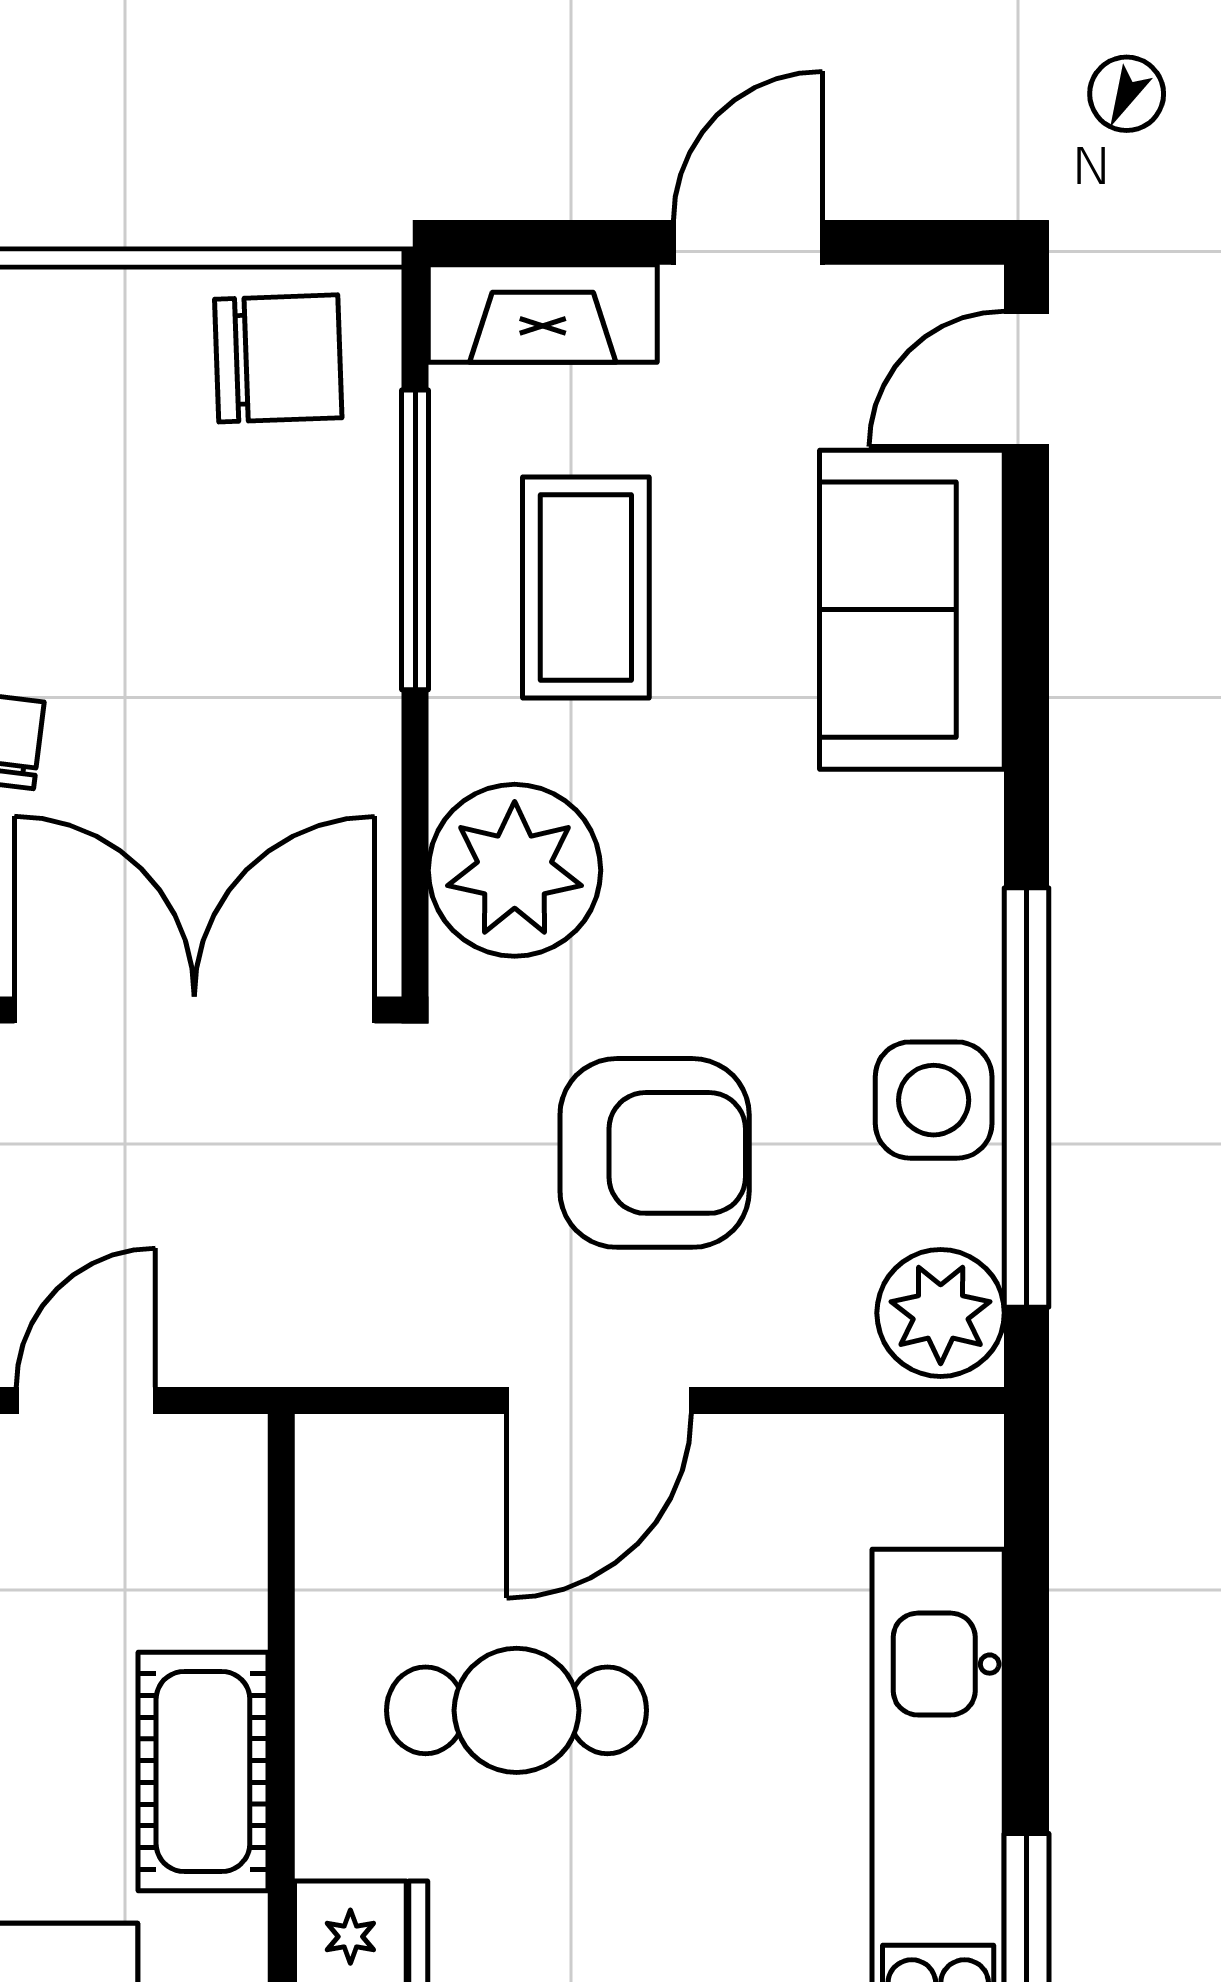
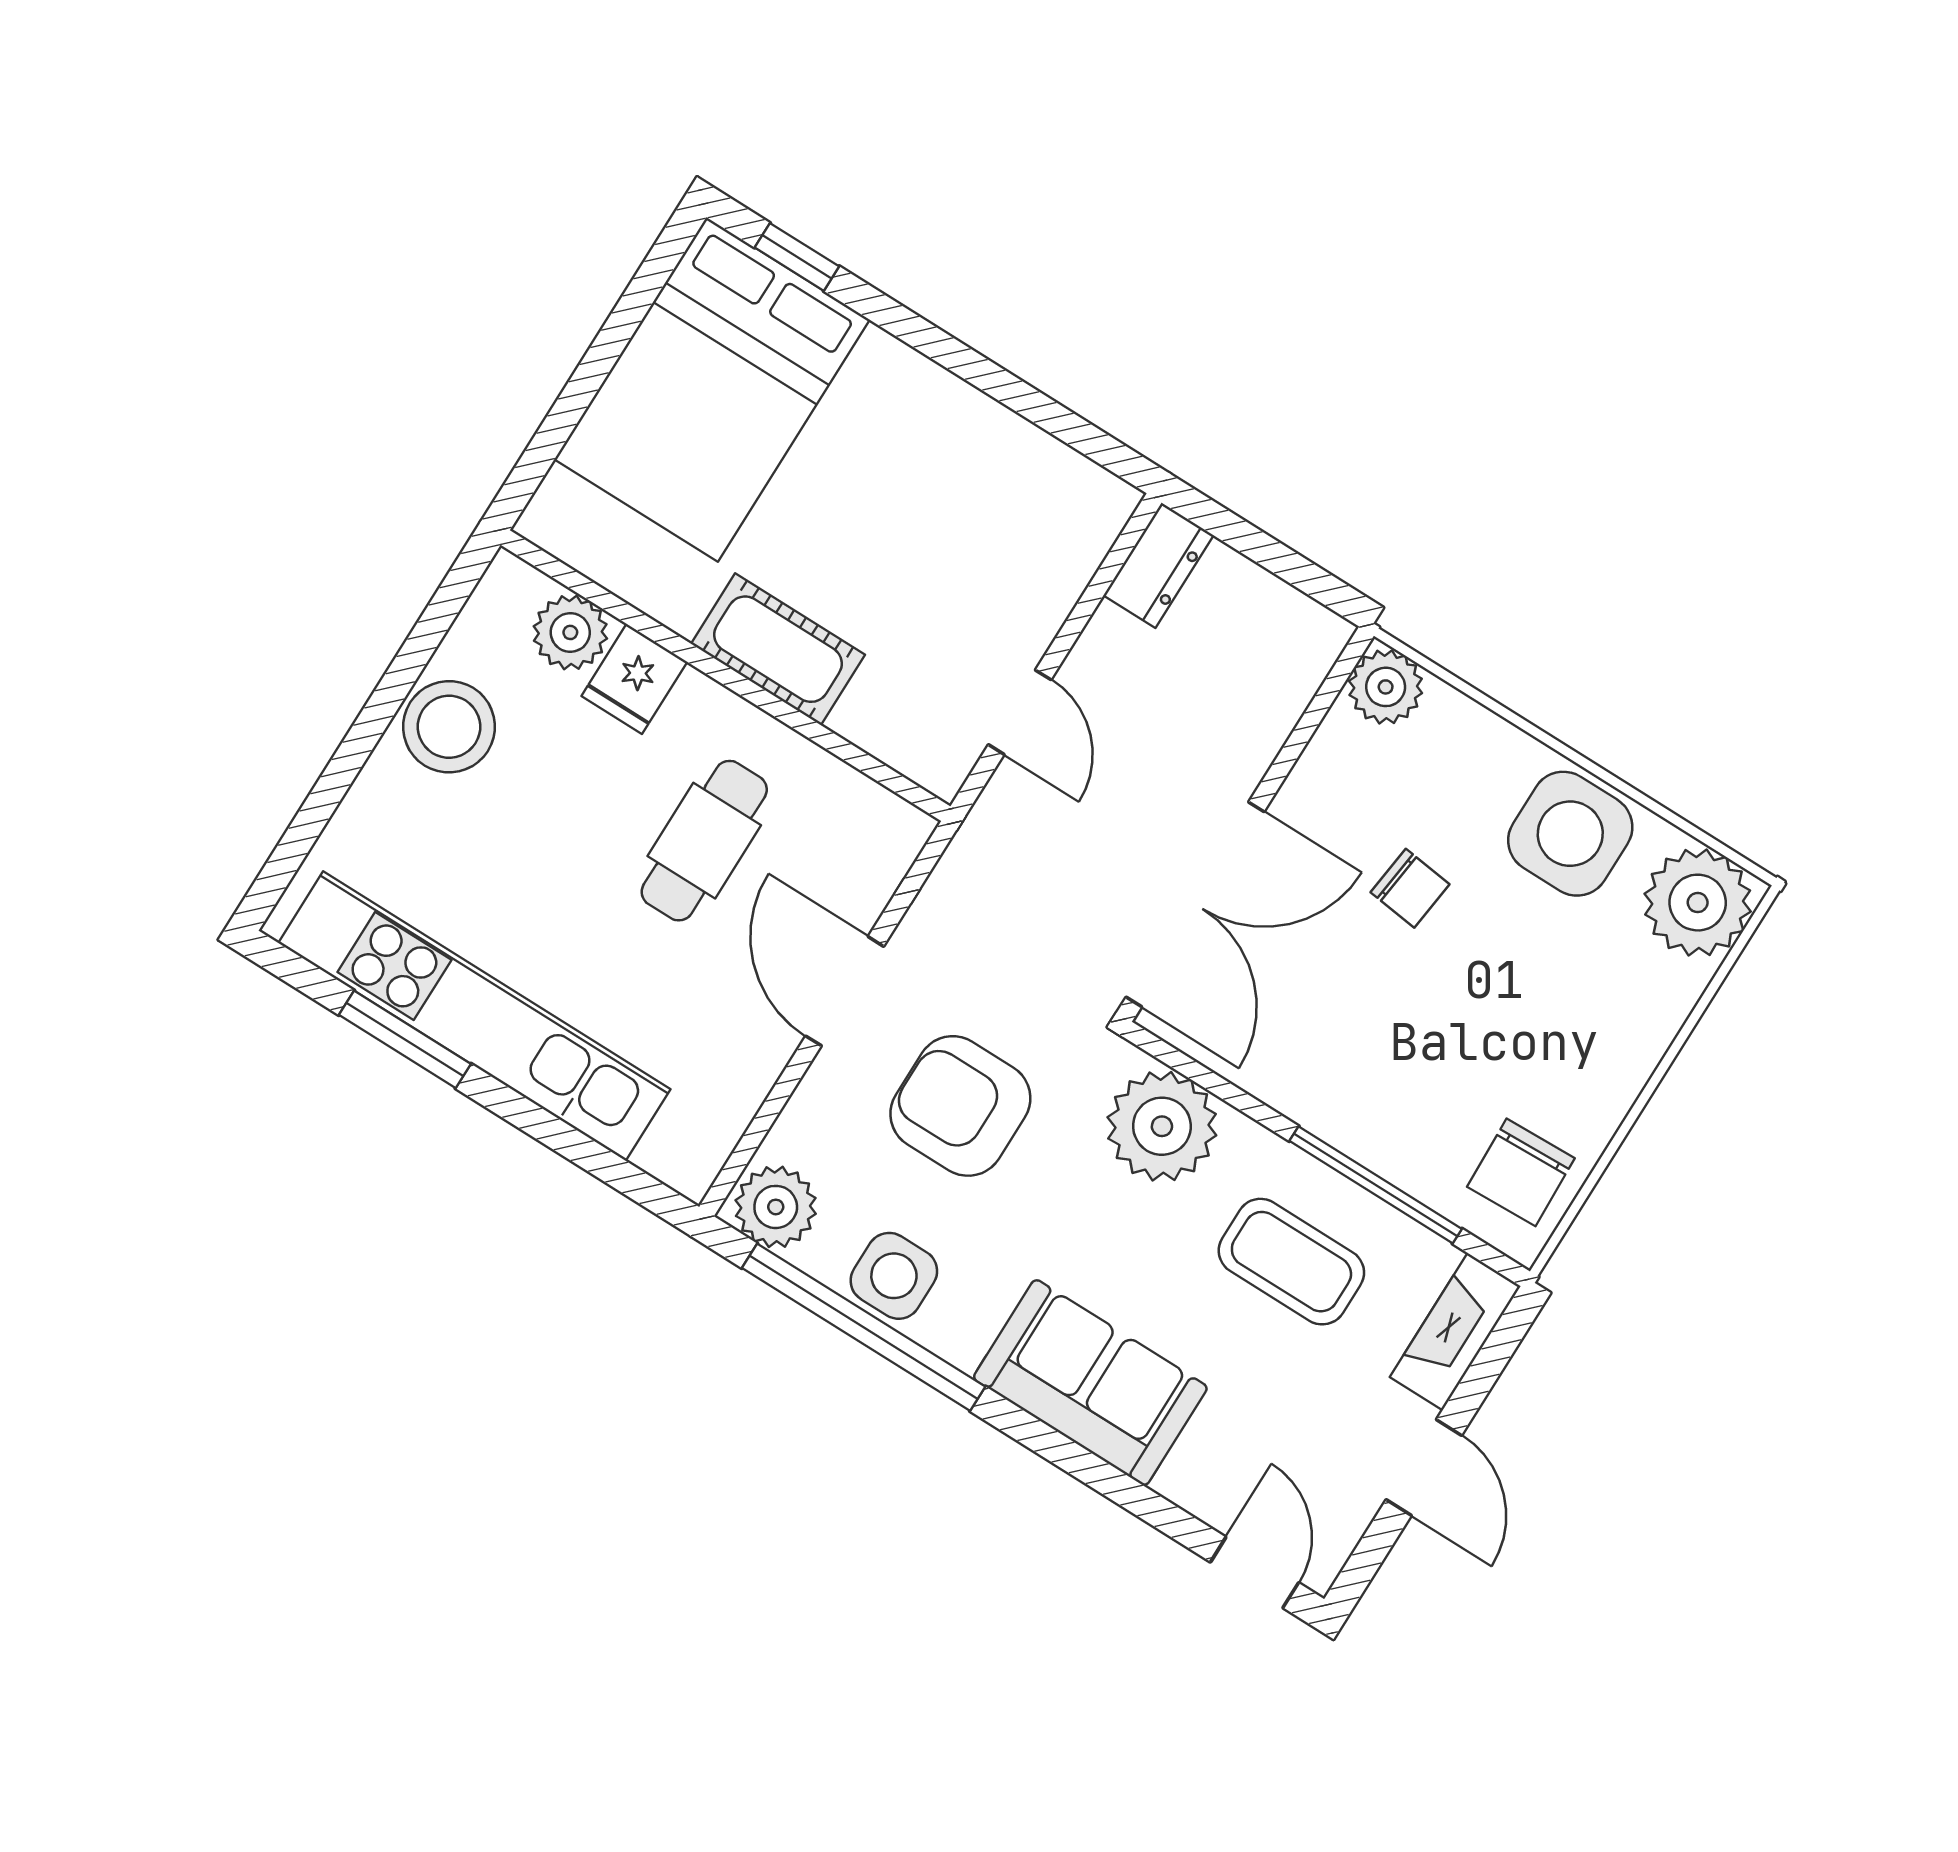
sofa: (912, 610) -> (1090, 1383), moved
armchair: (655, 1153) -> (960, 1106), turned 90

